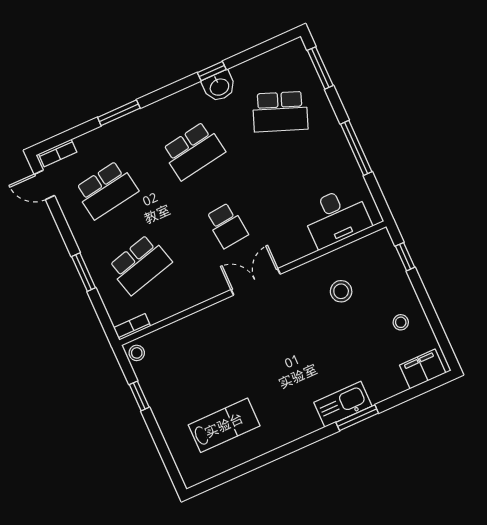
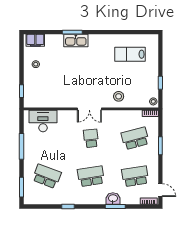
washbasin: (219, 86) -> (113, 199), moved
stool: (341, 291) -> (119, 96), moved

